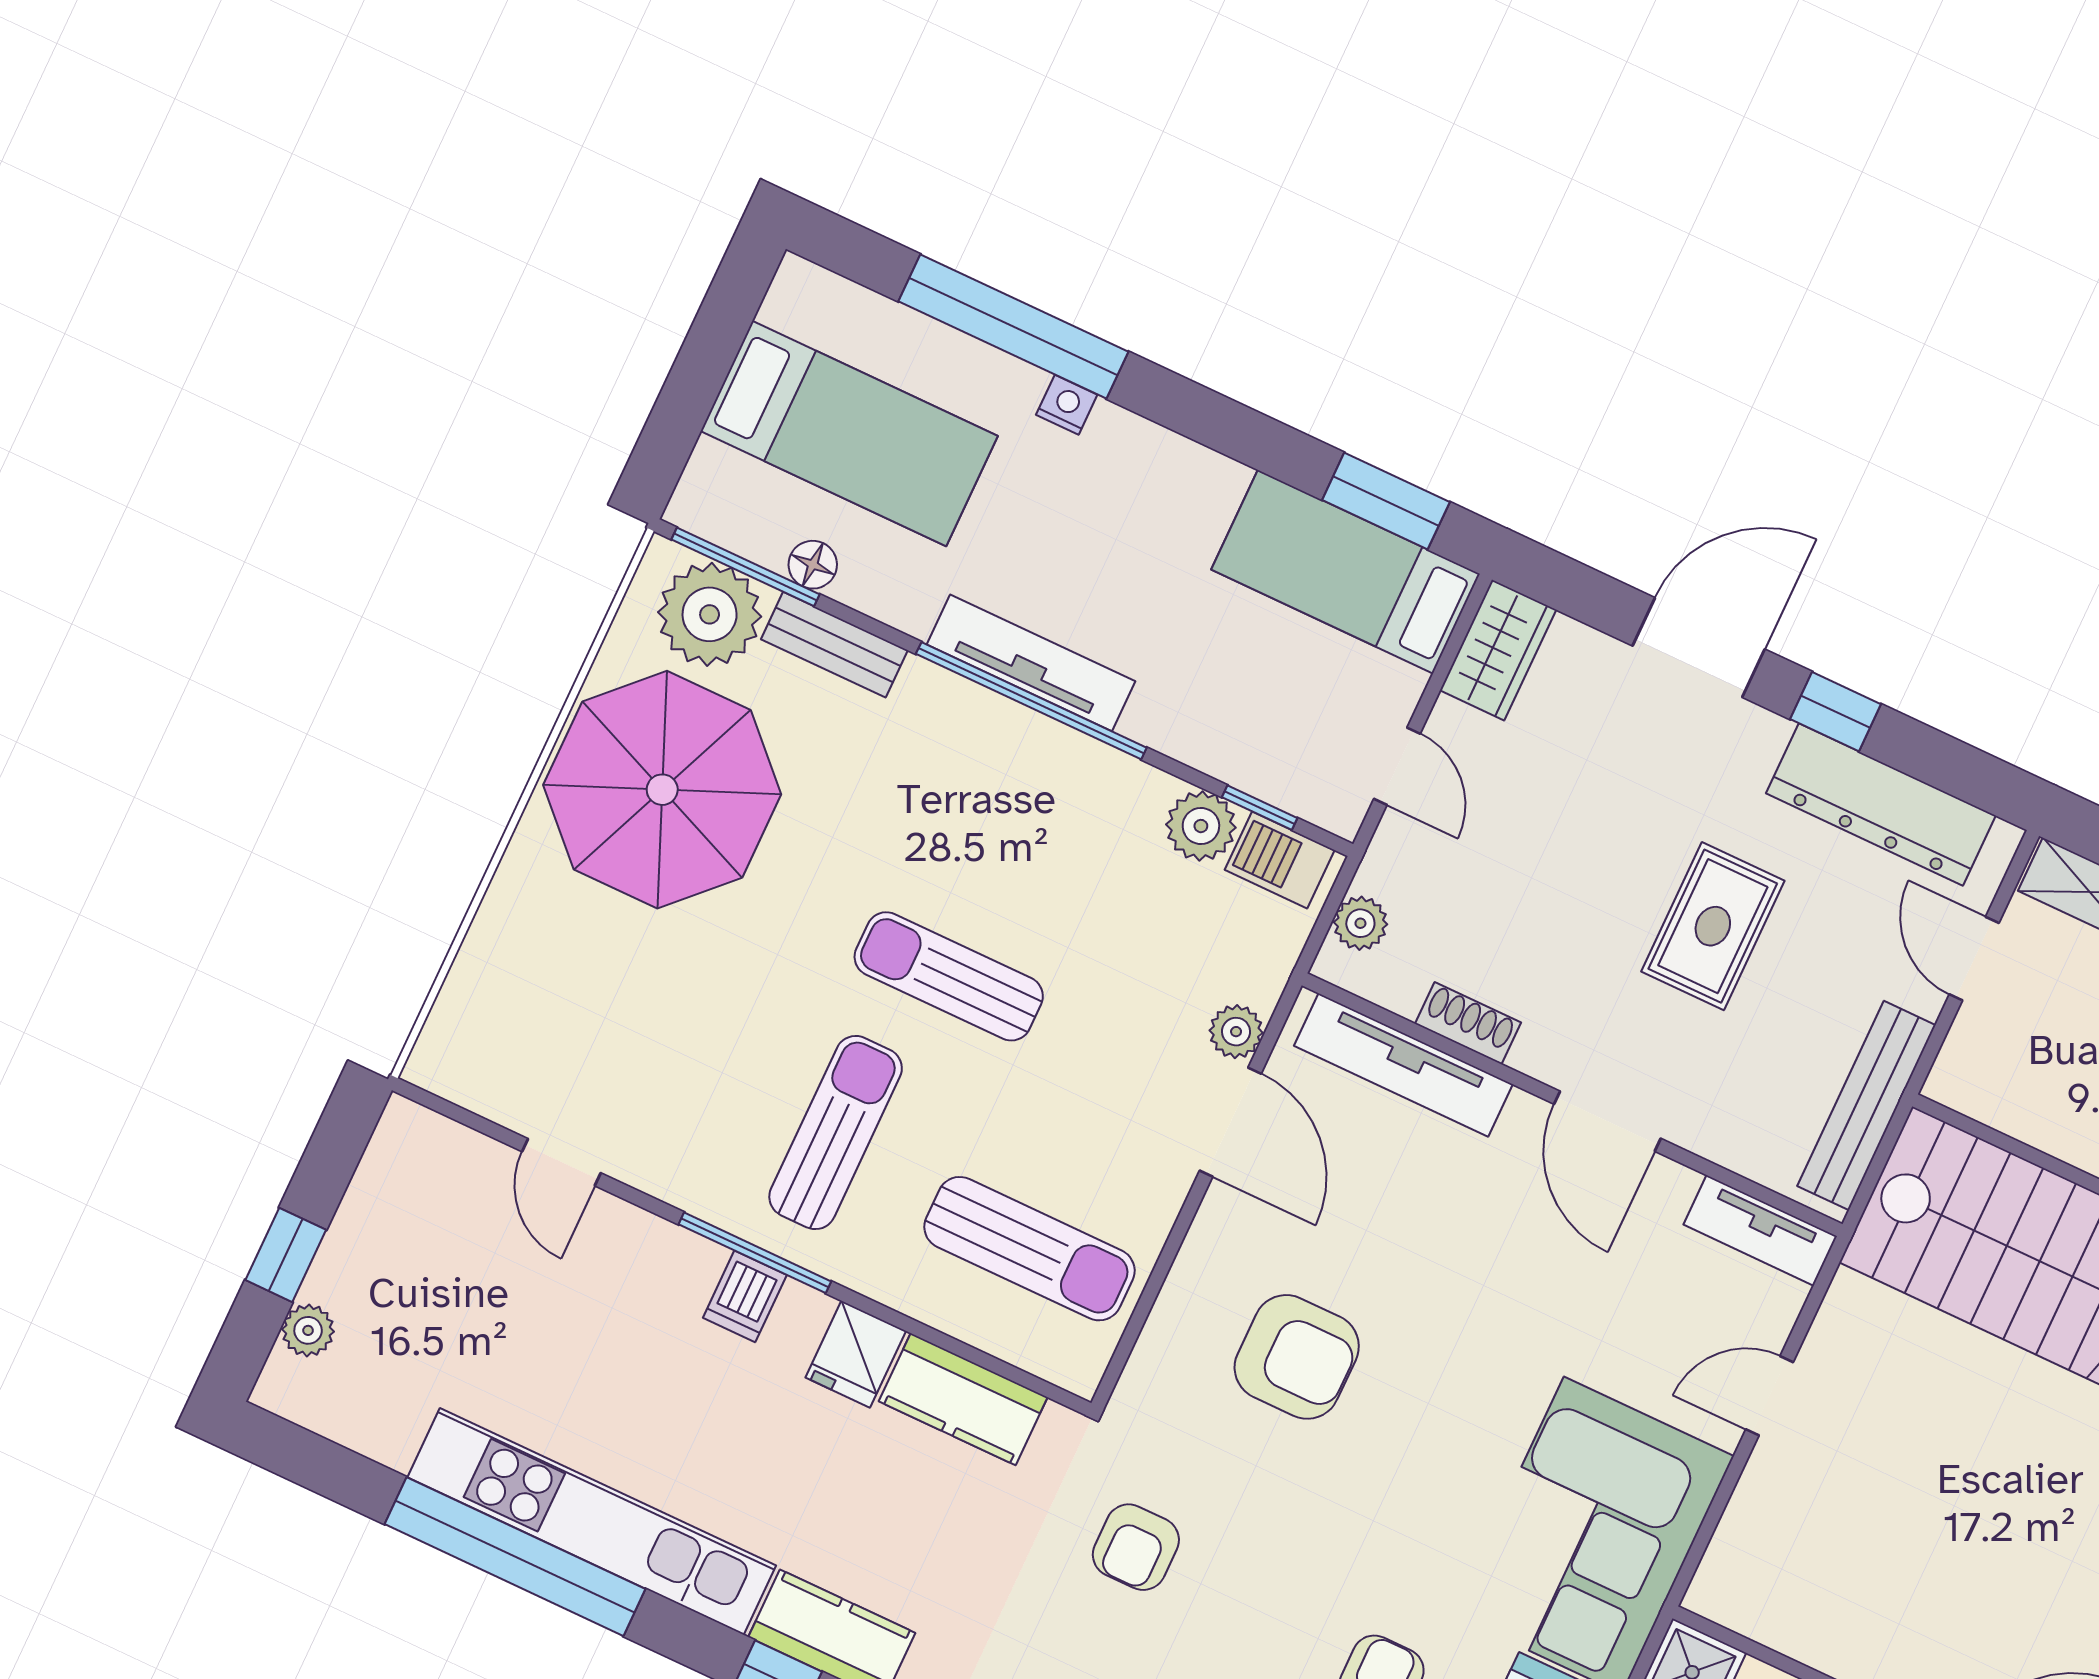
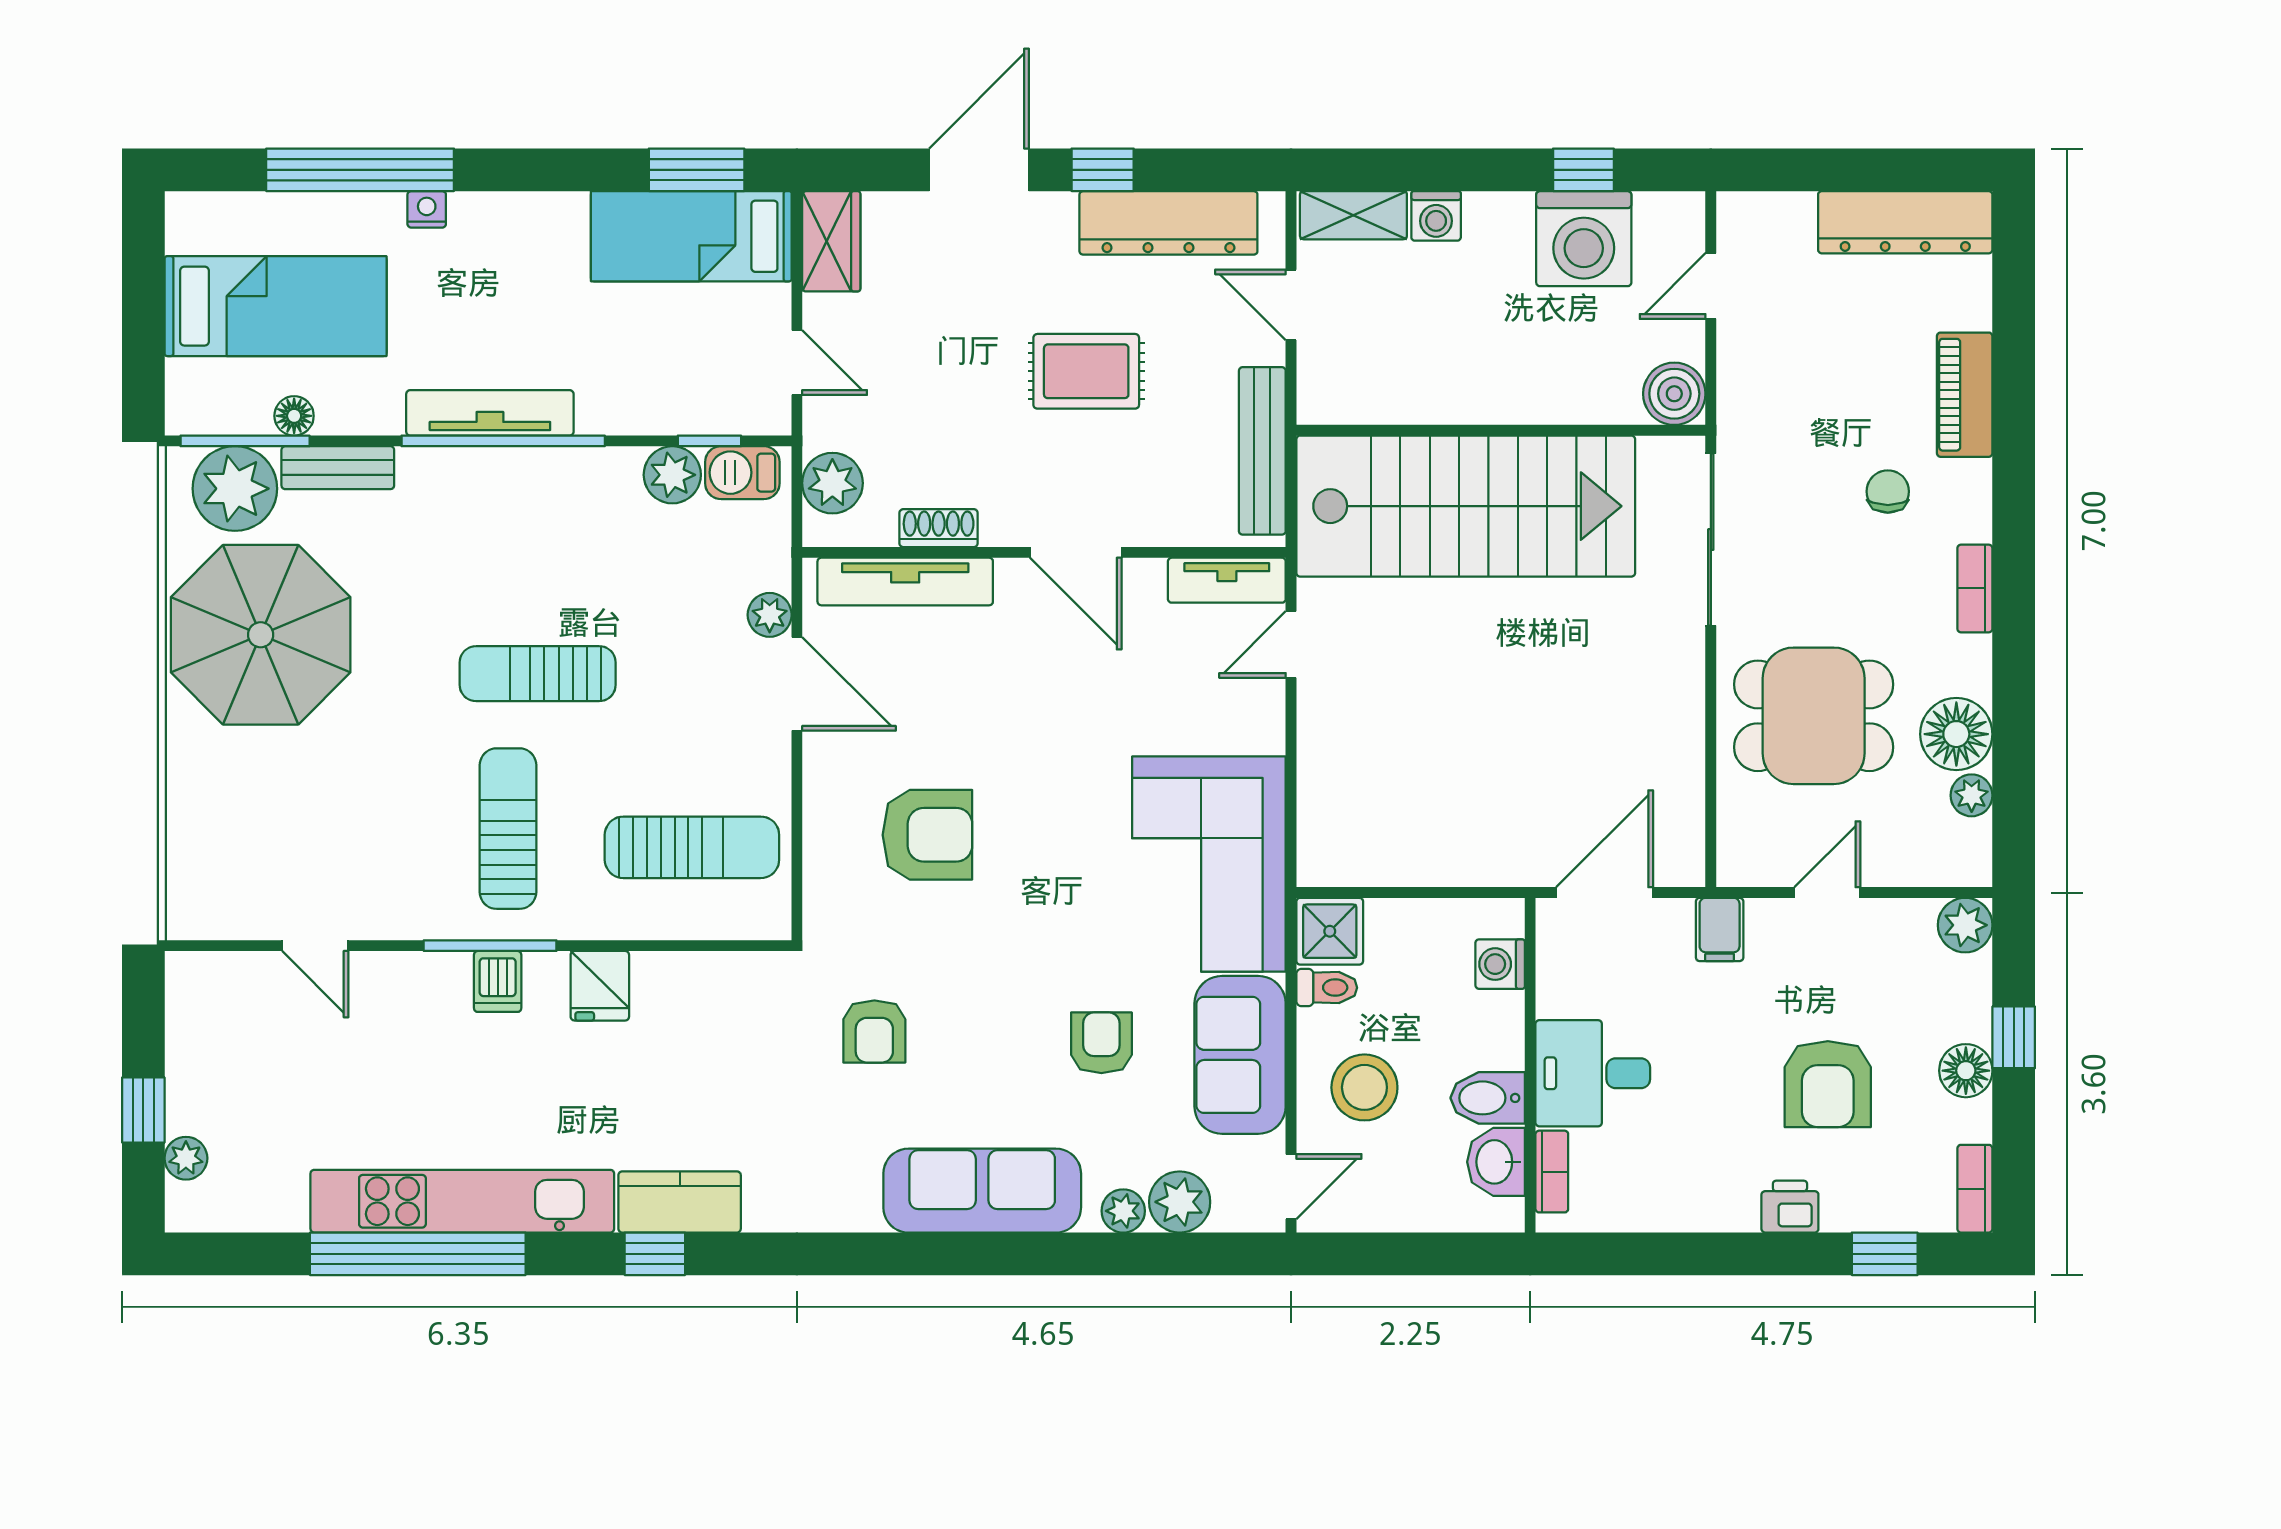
plant: (1360, 923) -> (832, 483), width x1.38, depth x1.38
rug: (1713, 926) -> (1086, 371), turned 90
door: (1769, 1396) -> (1291, 645), moved
kitchen counter: (963, 1399) -> (695, 982), removed

